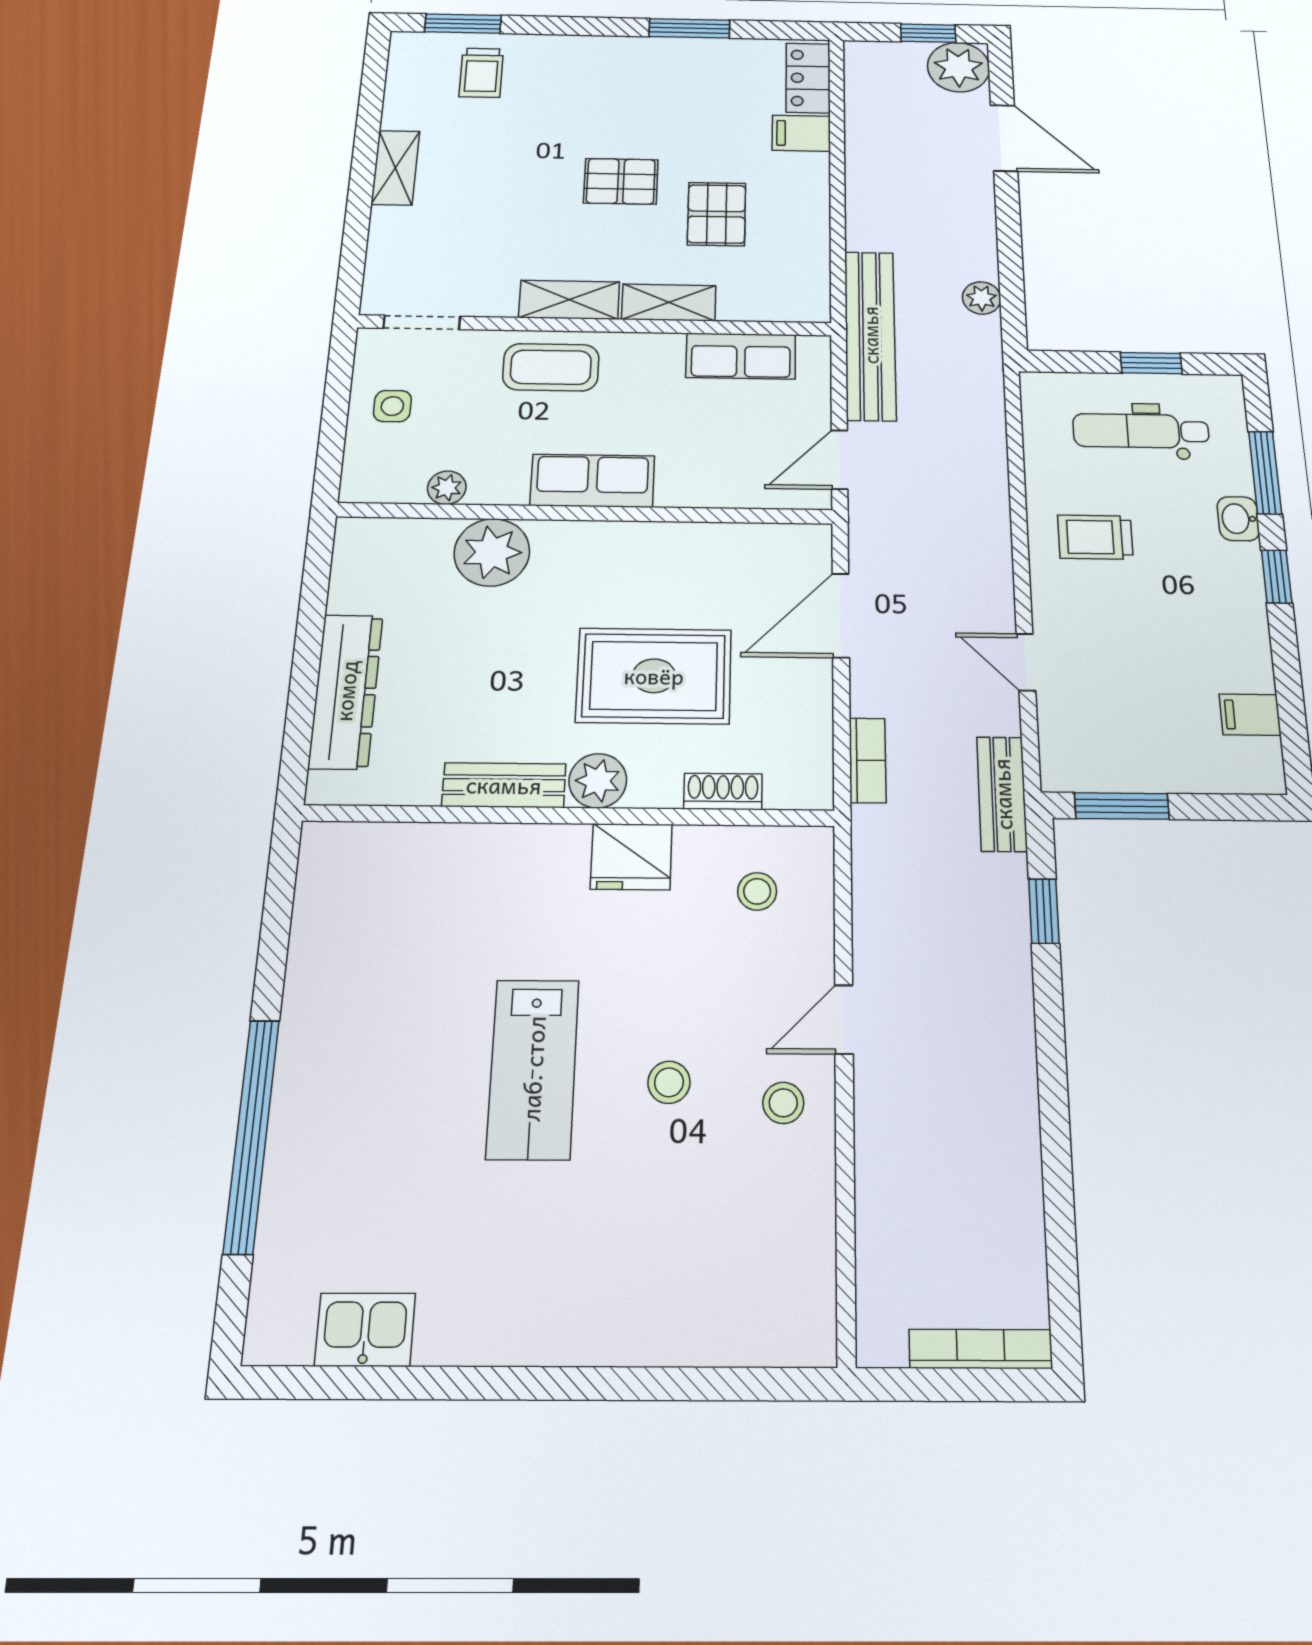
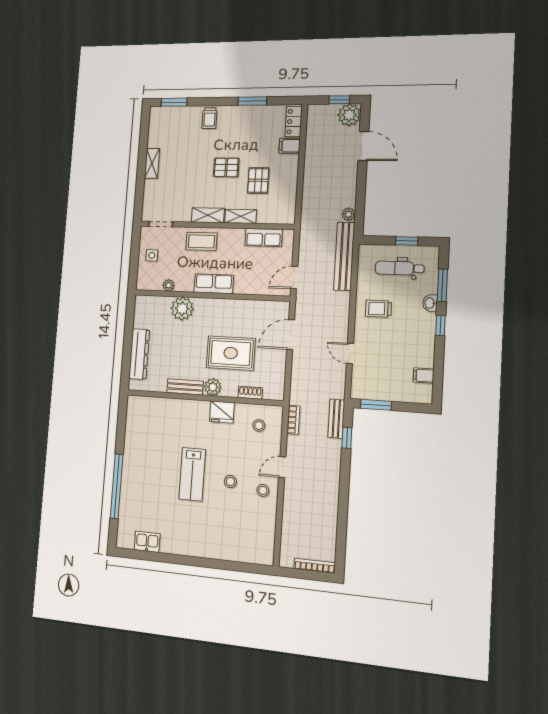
trolley: (481, 73) -> (210, 118), moved
bench: (870, 335) -> (344, 256), moved
bookcase: (868, 760) -> (293, 420), moved
bench: (1002, 794) -> (336, 419), moved

